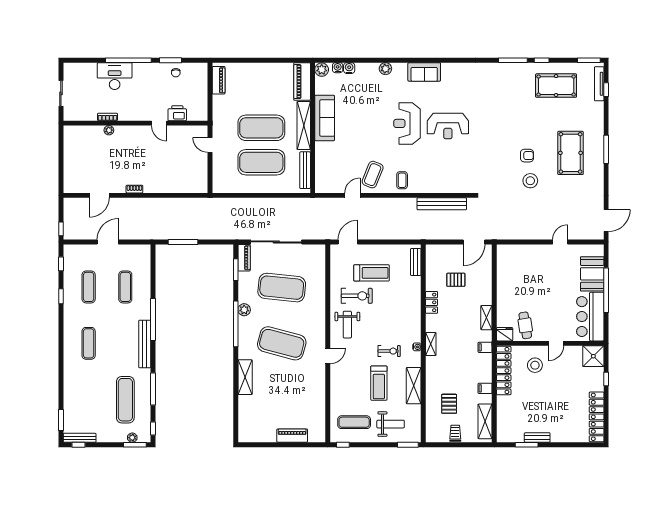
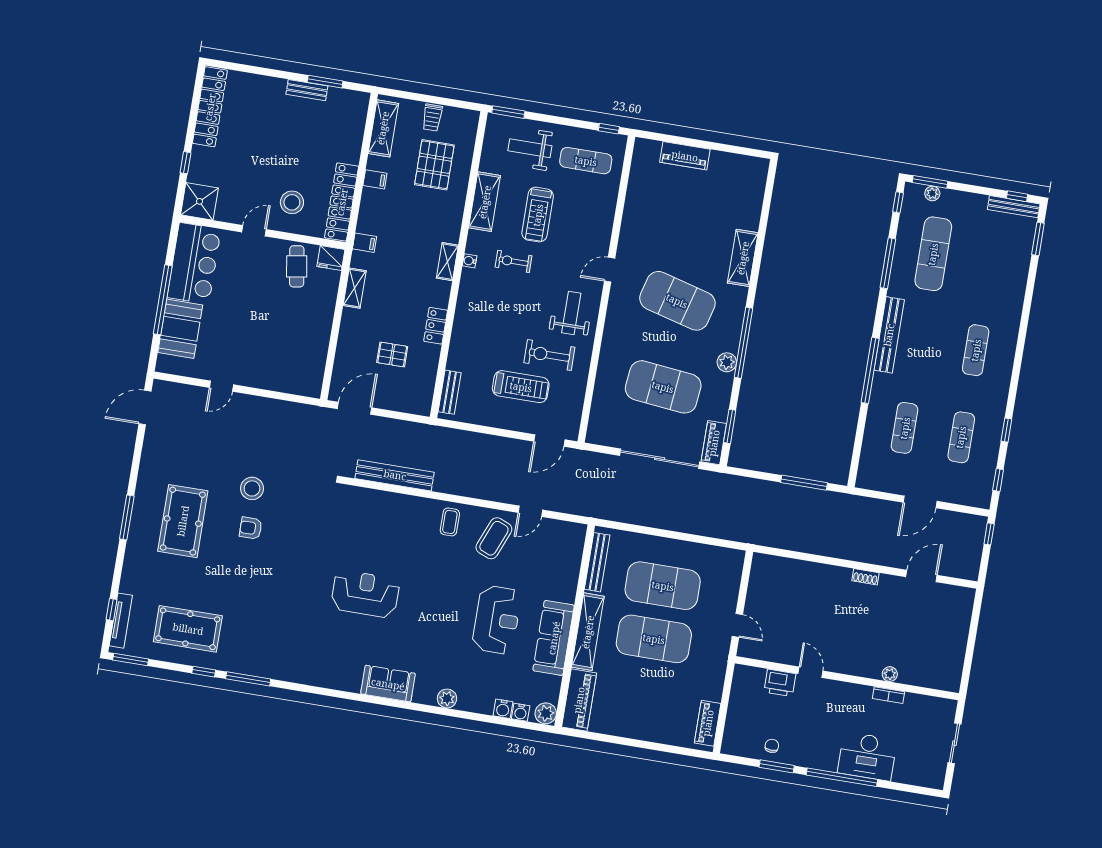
reception desk: (407, 123) -> (497, 620), moved
treadmill: (372, 273) -> (521, 387), turned 180
treadmill: (379, 383) -> (538, 215), turned 180
pallet: (449, 404) -> (434, 165), width x1.50, depth x1.42

